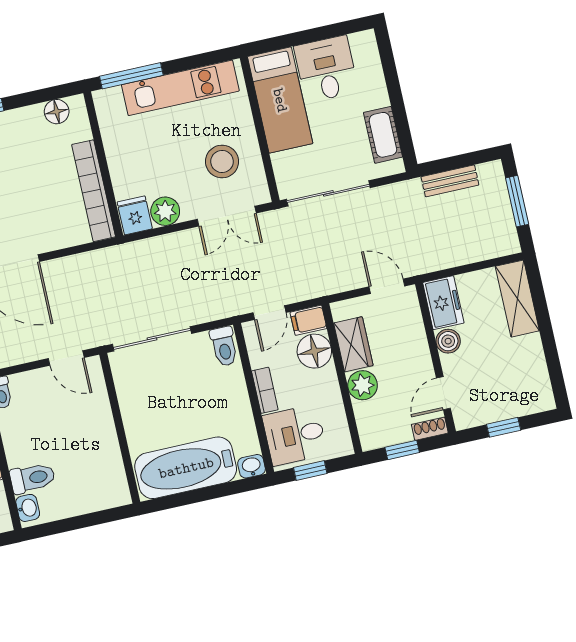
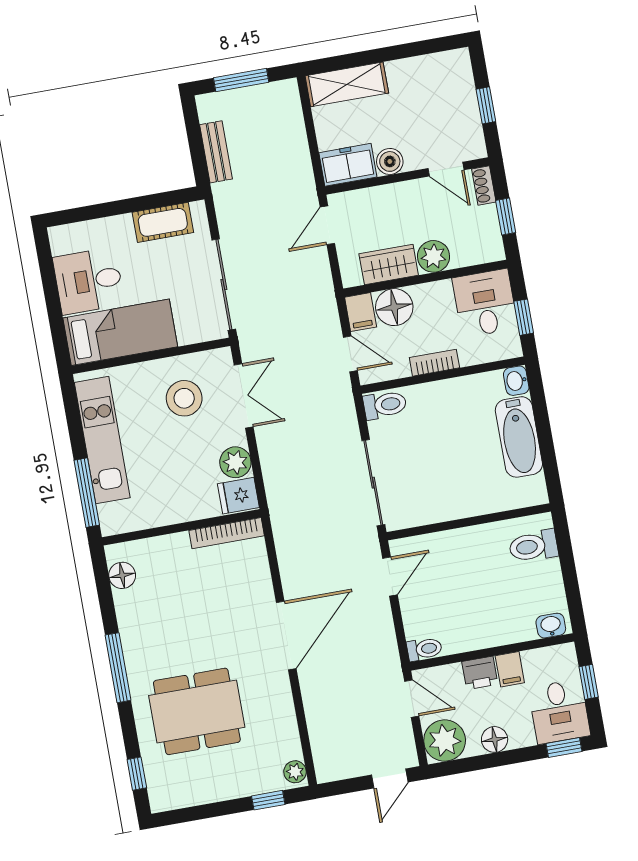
bookcase: (94, 191) -> (227, 533), width x0.68, depth x0.76
desk: (295, 435) -> (485, 303), moved, turned 180
bathtub: (186, 468) -> (519, 437), width x0.73, depth x0.73
toilet: (32, 478) -> (533, 546), moved, turned -90

